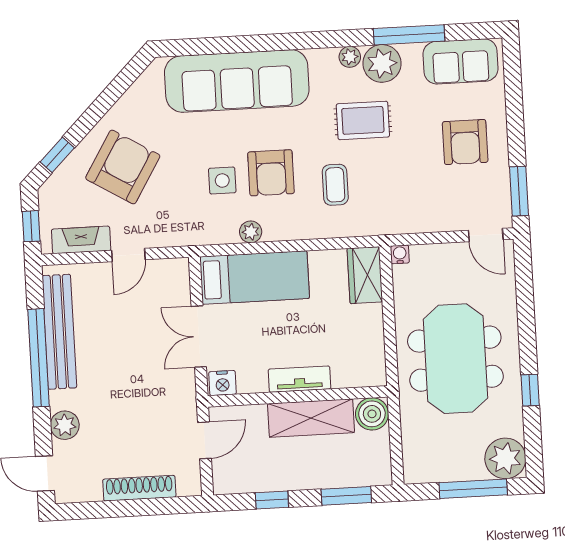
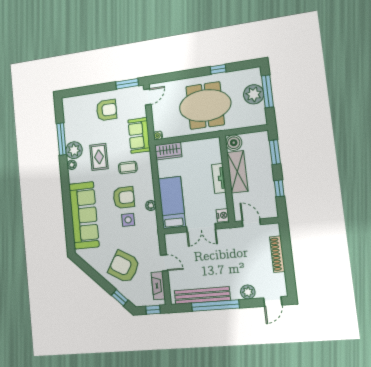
sofa: (461, 61) -> (139, 135), moved, turned 180
plant: (505, 458) -> (254, 94), moved

